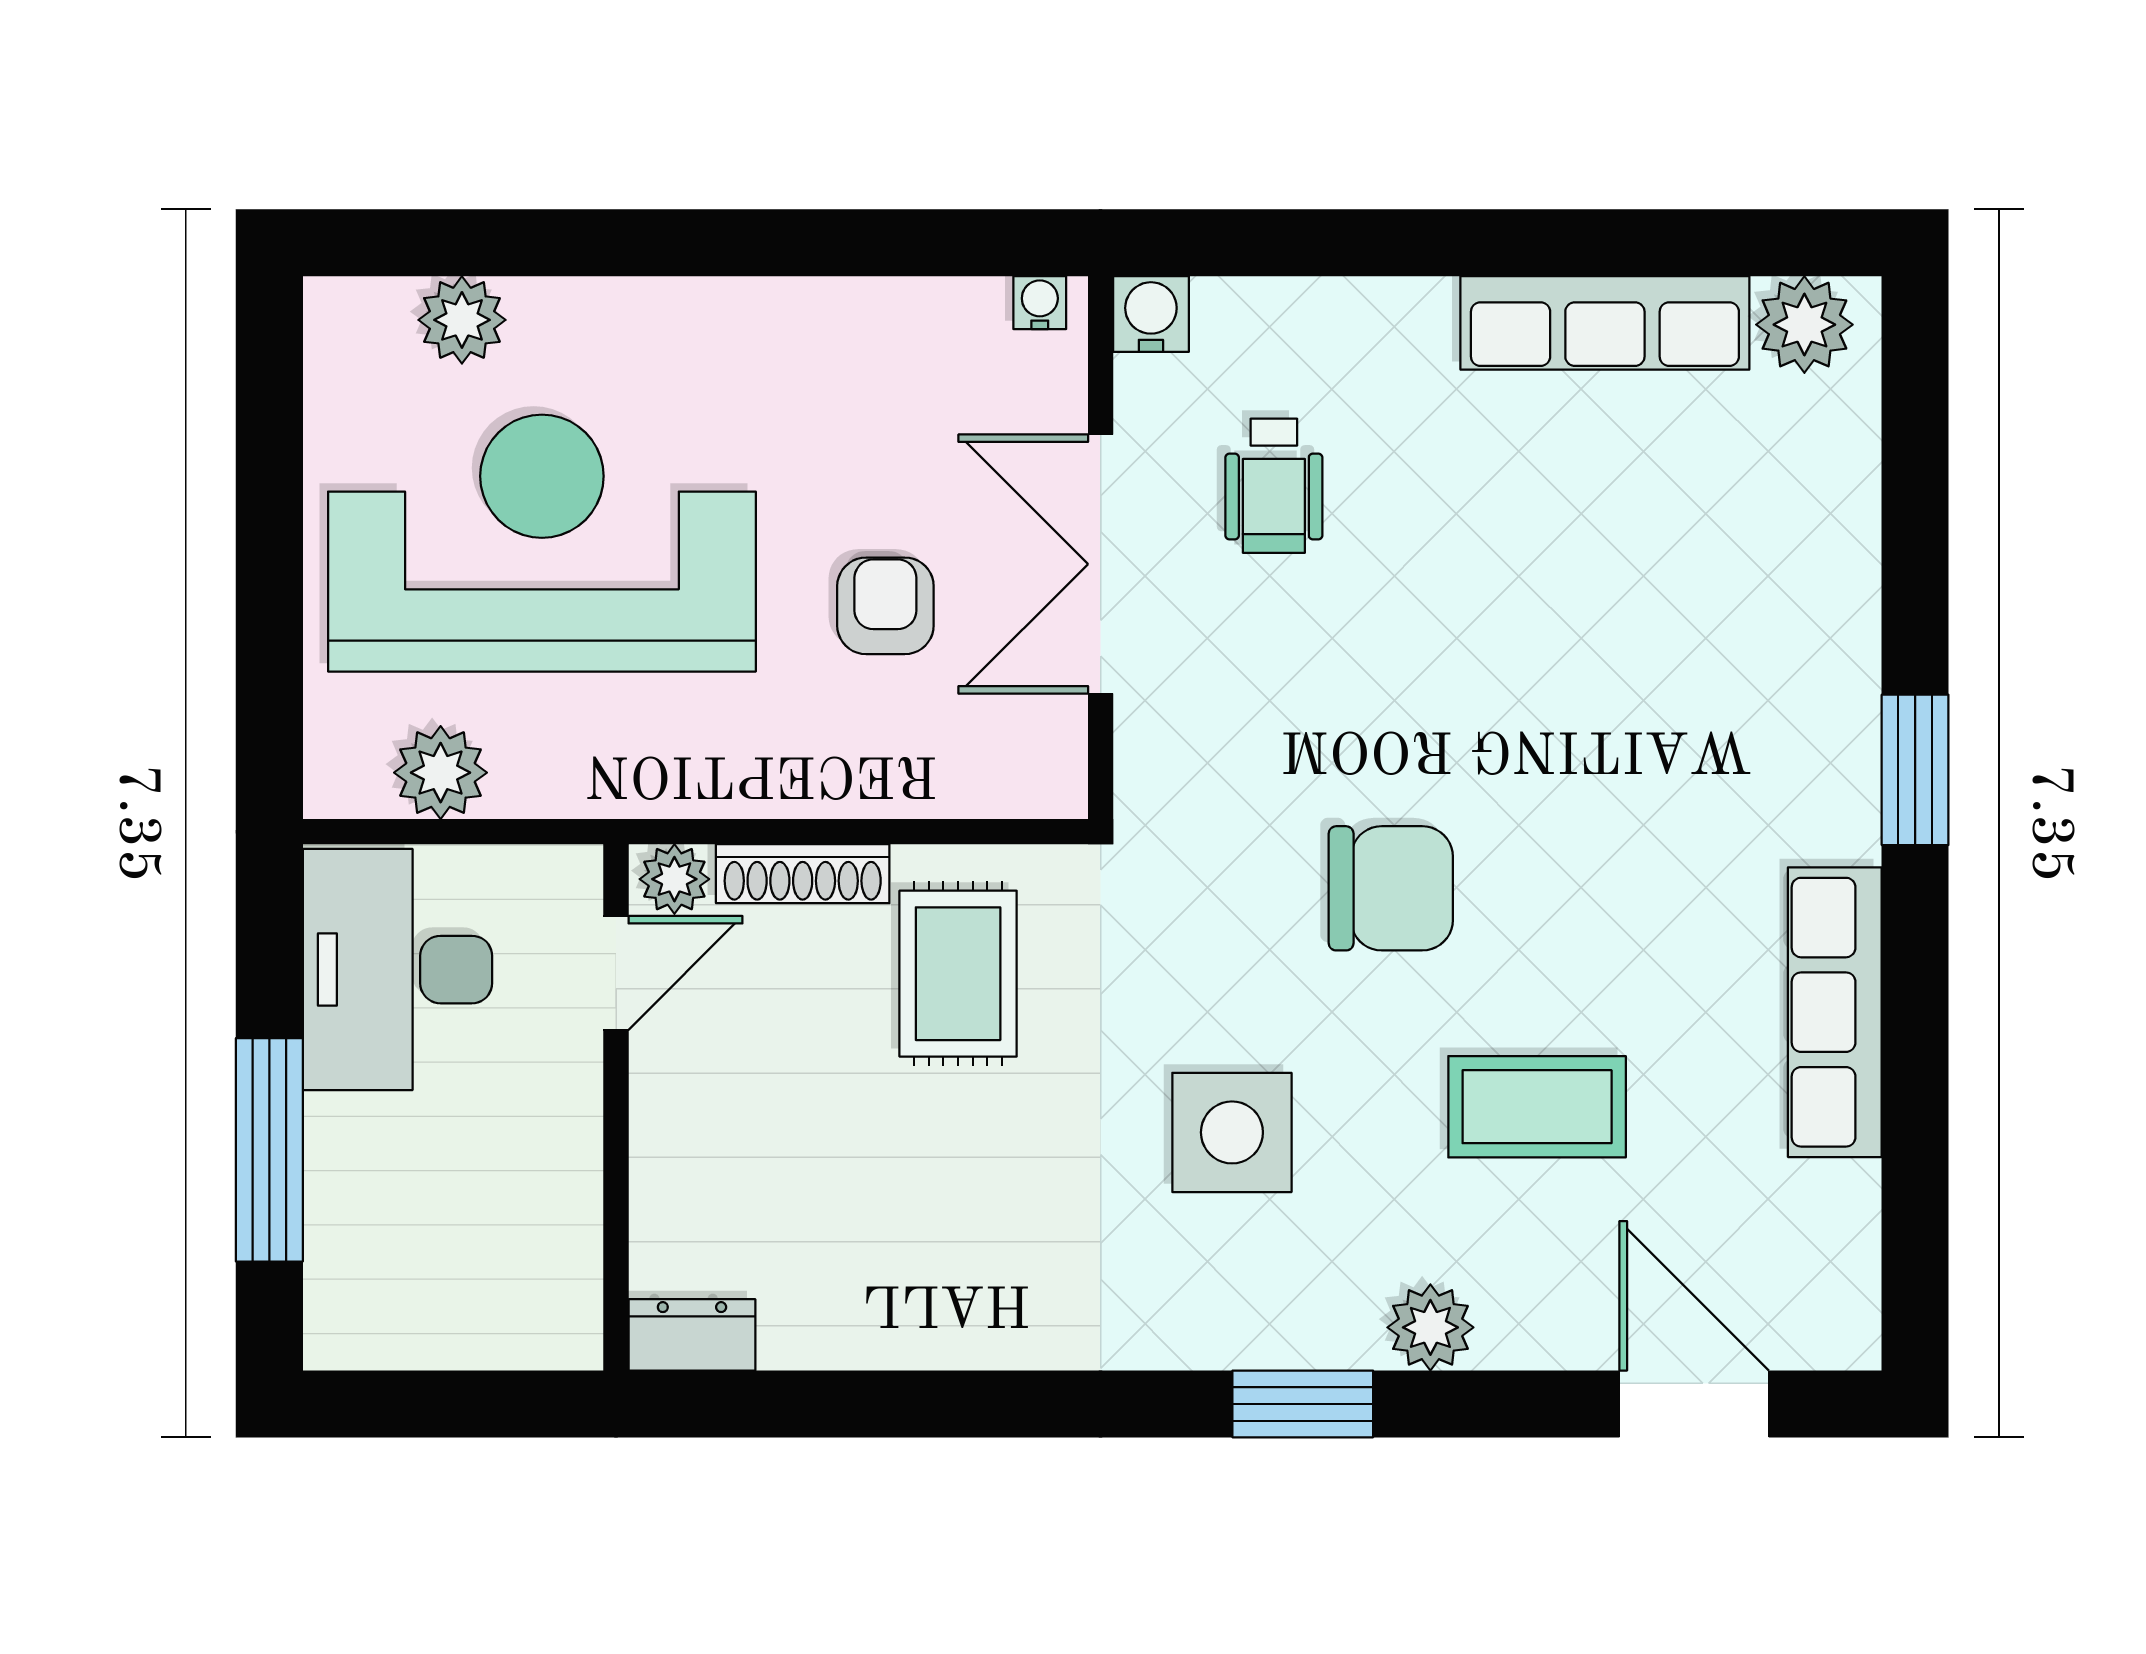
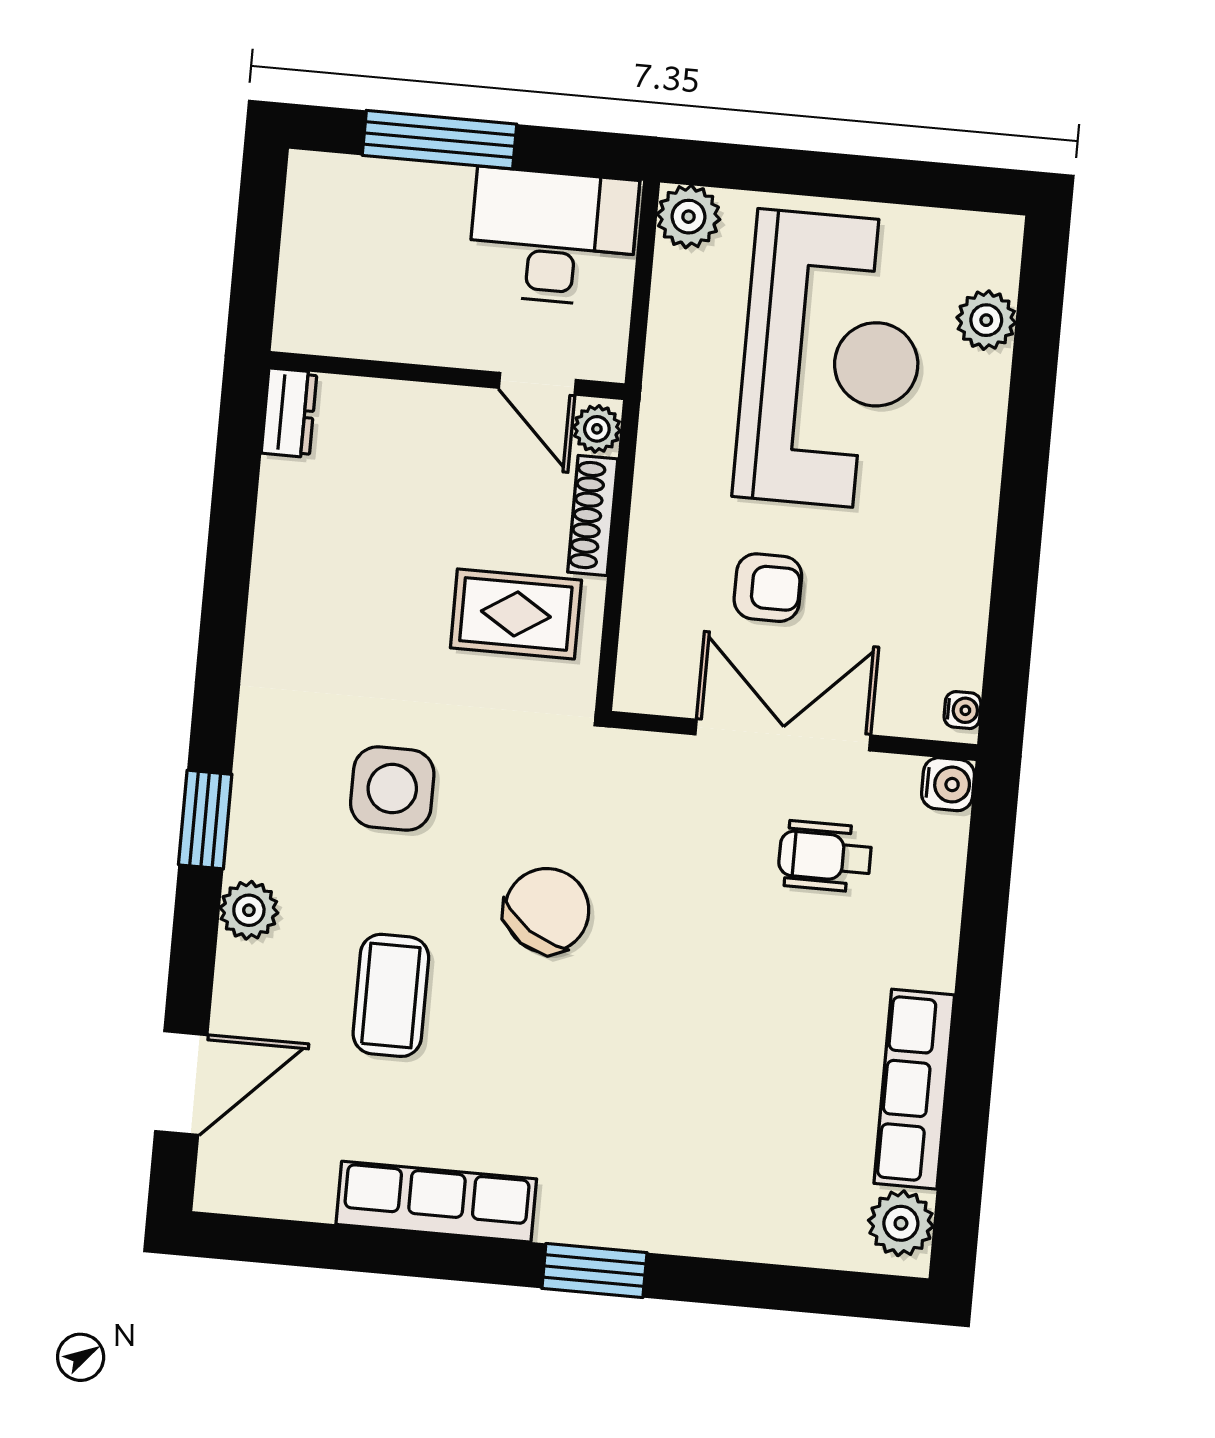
plant: (441, 773) -> (689, 217), moved
chair: (1391, 888) -> (547, 910), turned -146

